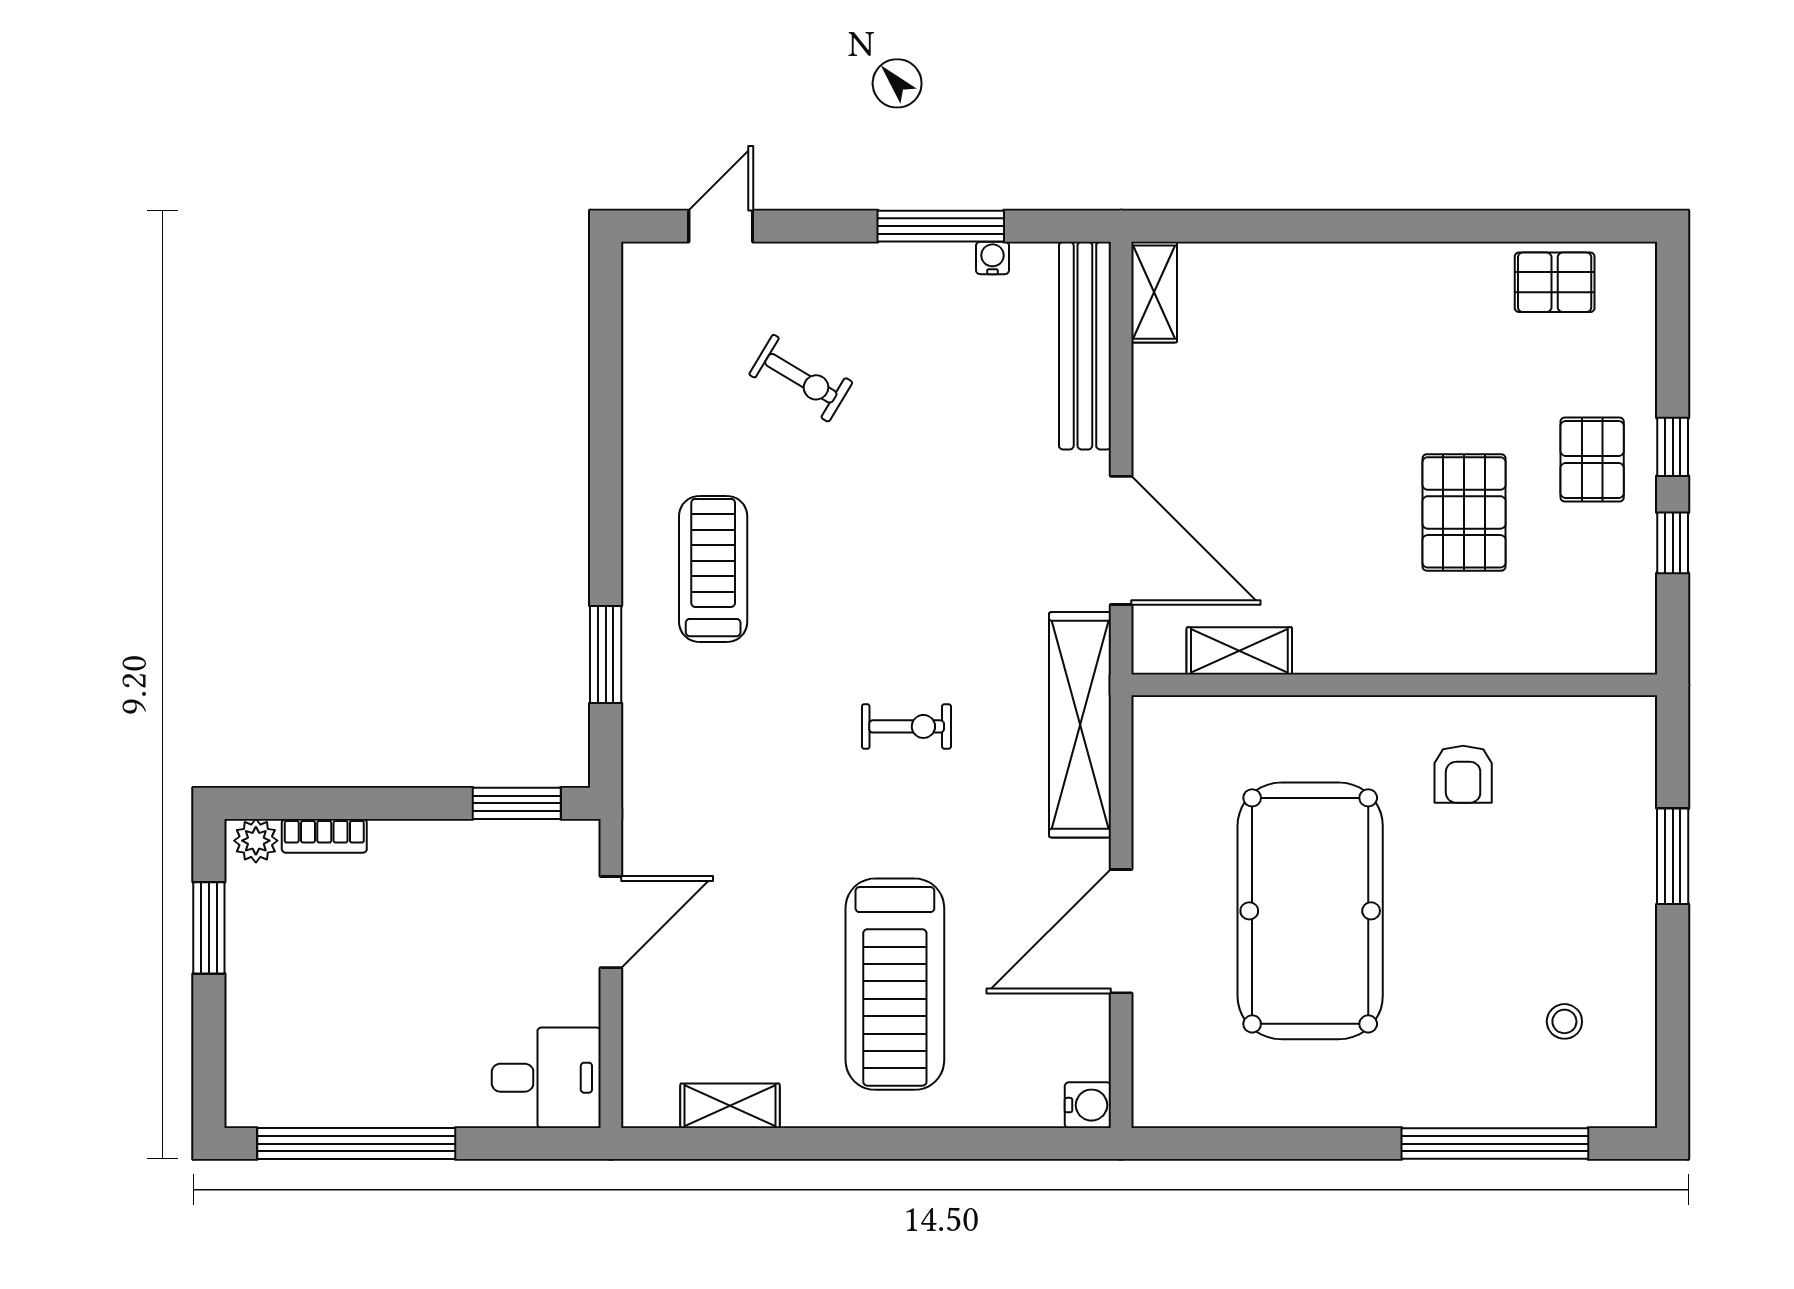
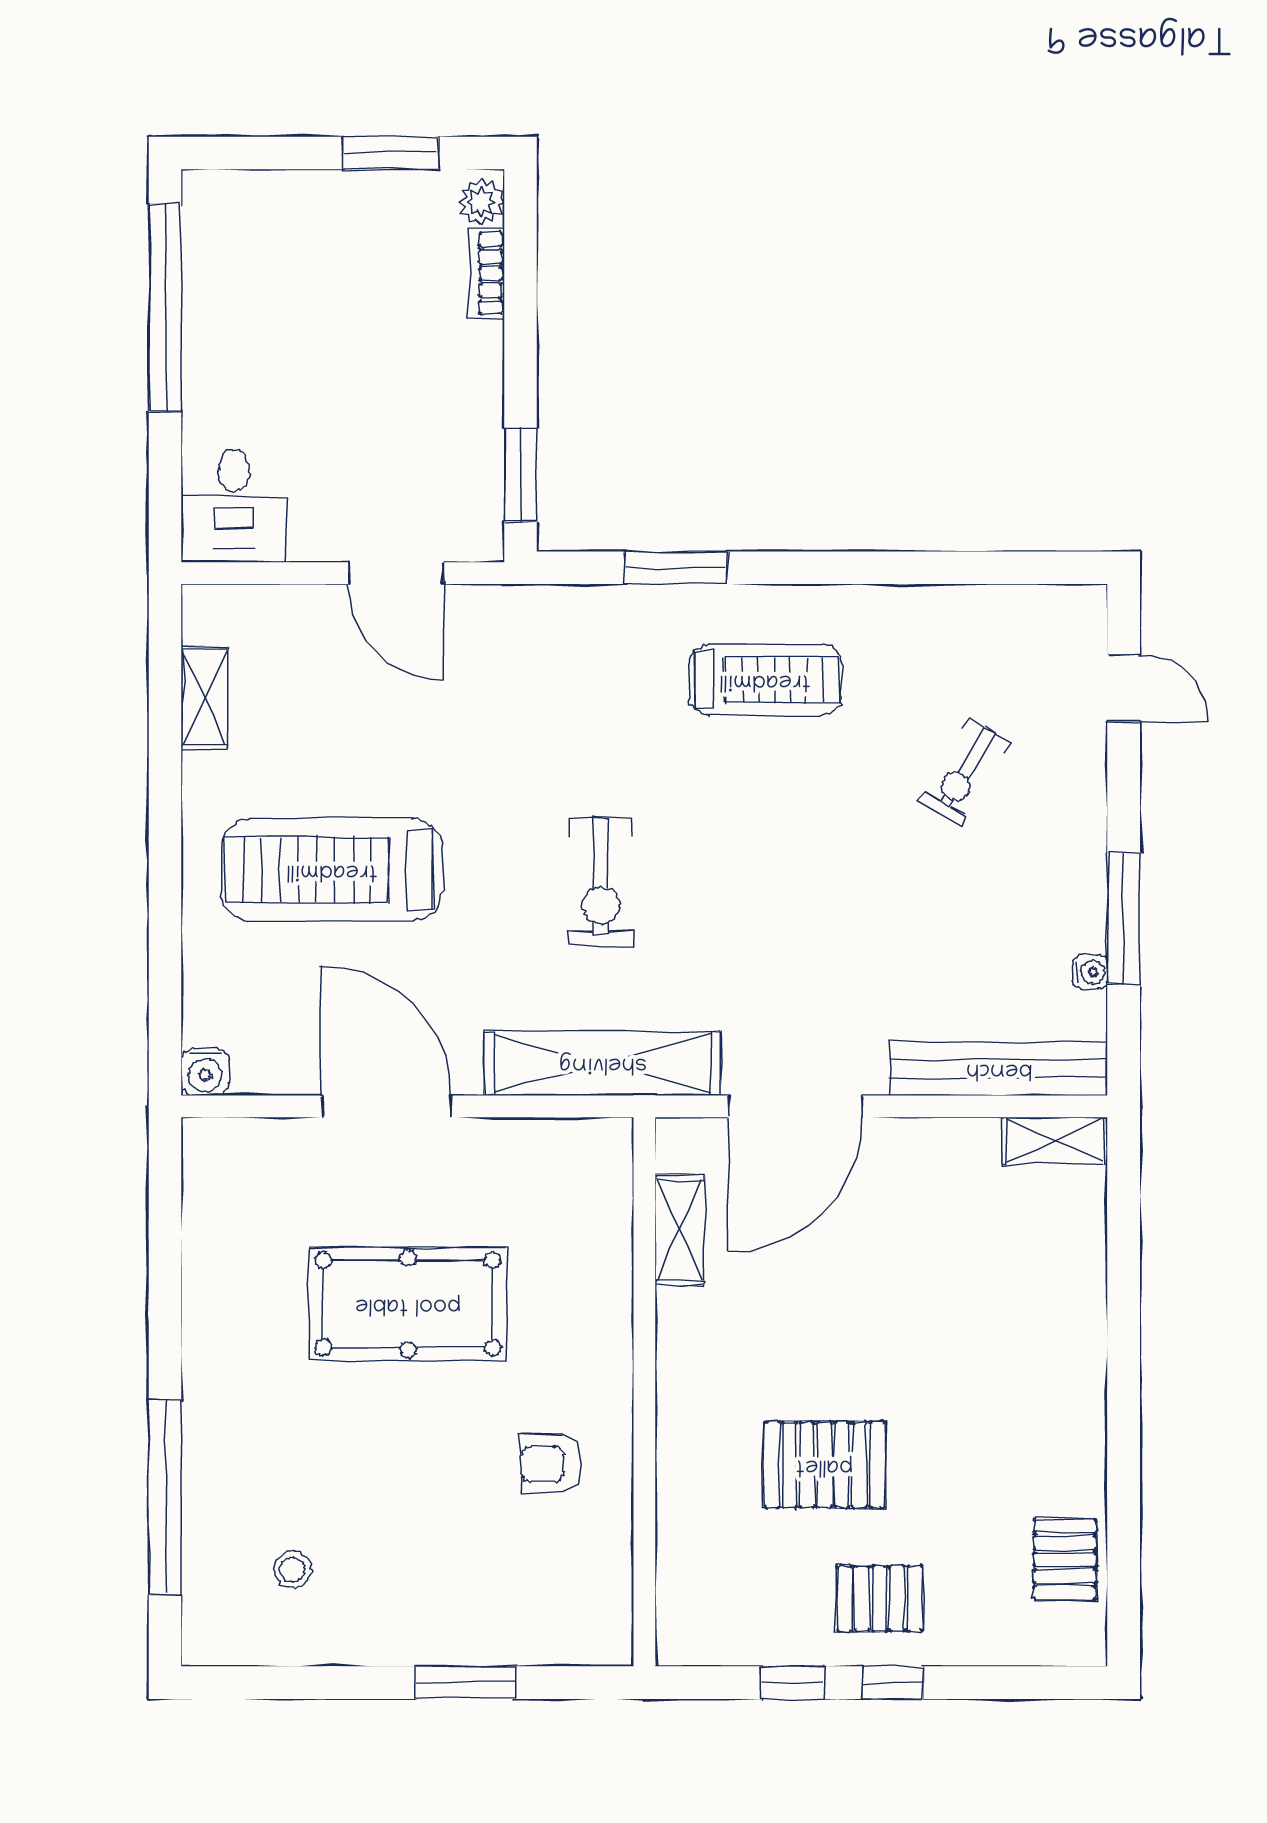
exercise bike: (907, 726) -> (601, 882), width x1.38, depth x1.39
pool table: (1310, 911) -> (408, 1304), width x0.73, depth x0.76

